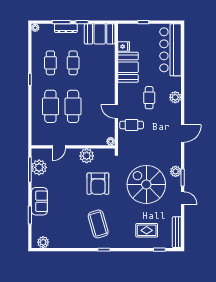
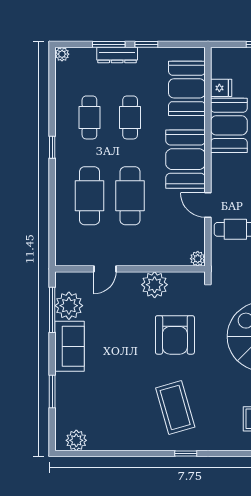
booth: (100, 34) -> (187, 88), moved, turned 90
booth: (104, 86) -> (186, 159), added
sofa: (39, 201) -> (69, 346), moved

